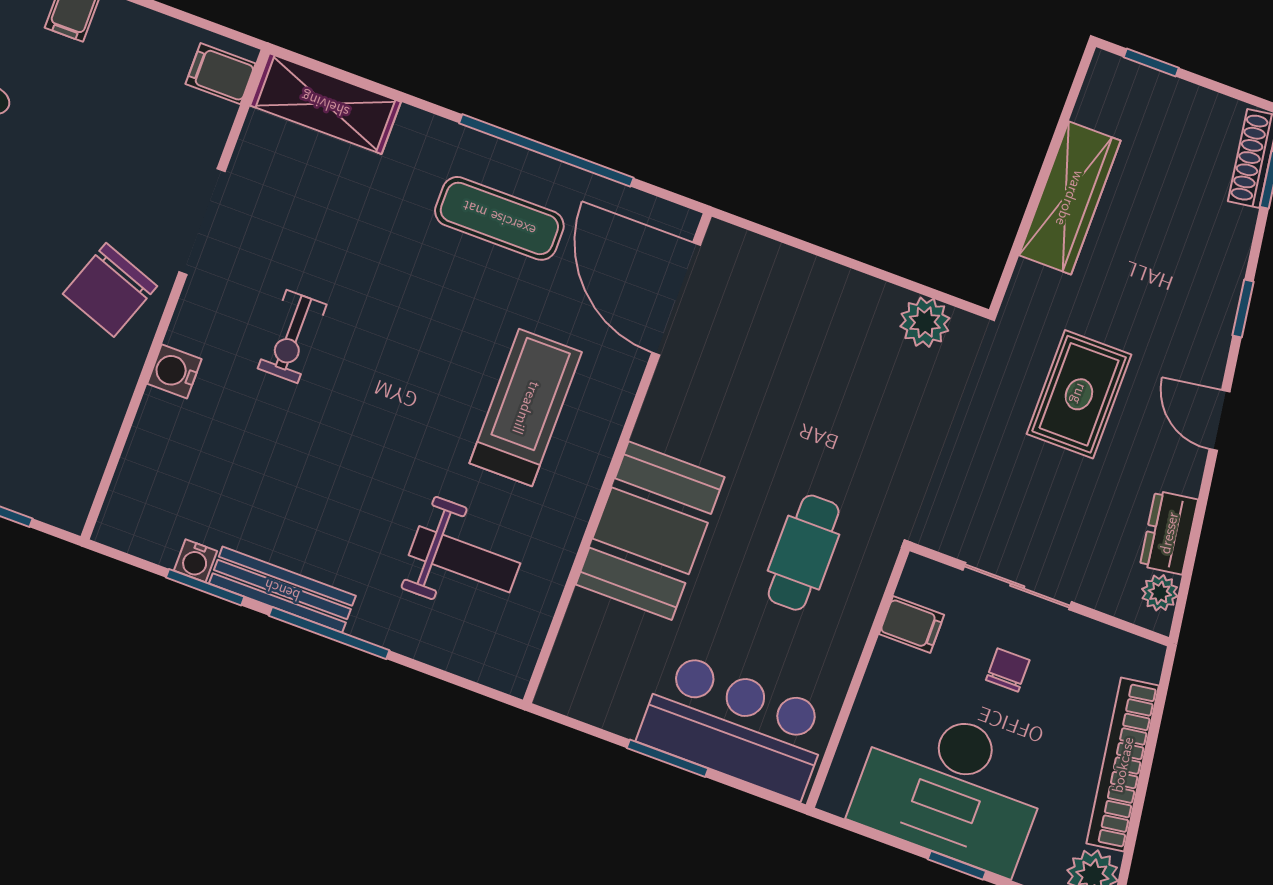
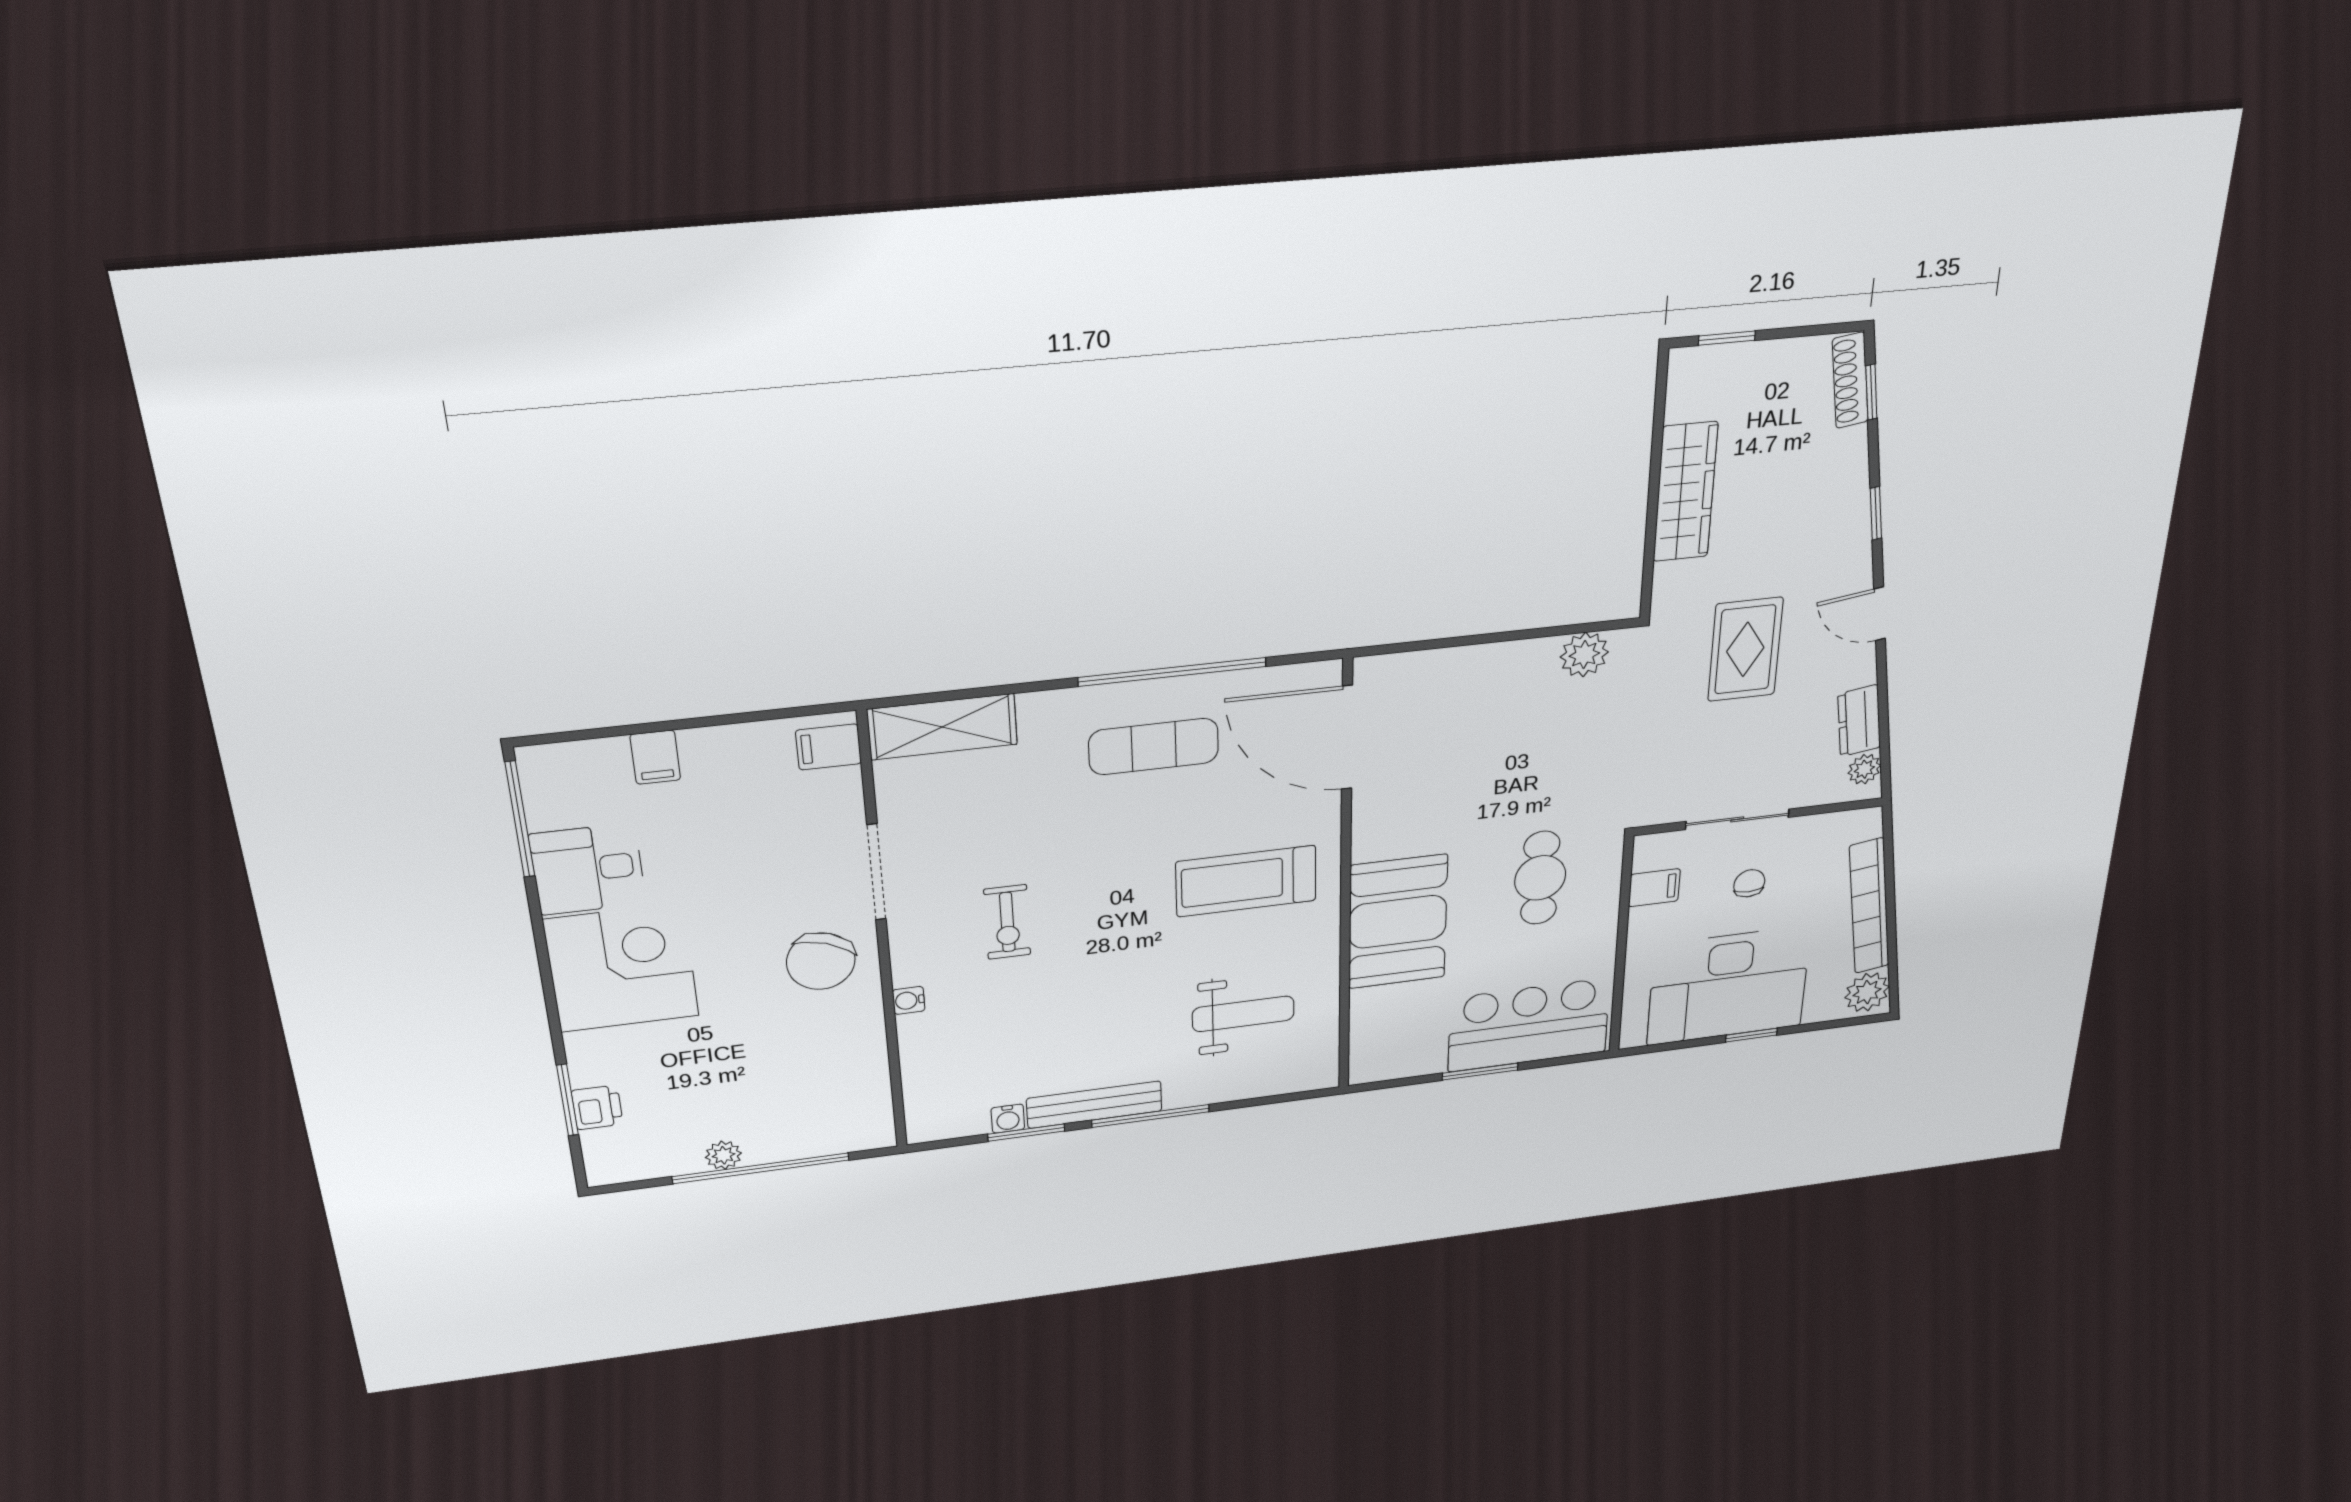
water cooler: (174, 371) -> (909, 1000), width x0.72, depth x0.72
treadmill: (526, 408) -> (1246, 881), turned -90

